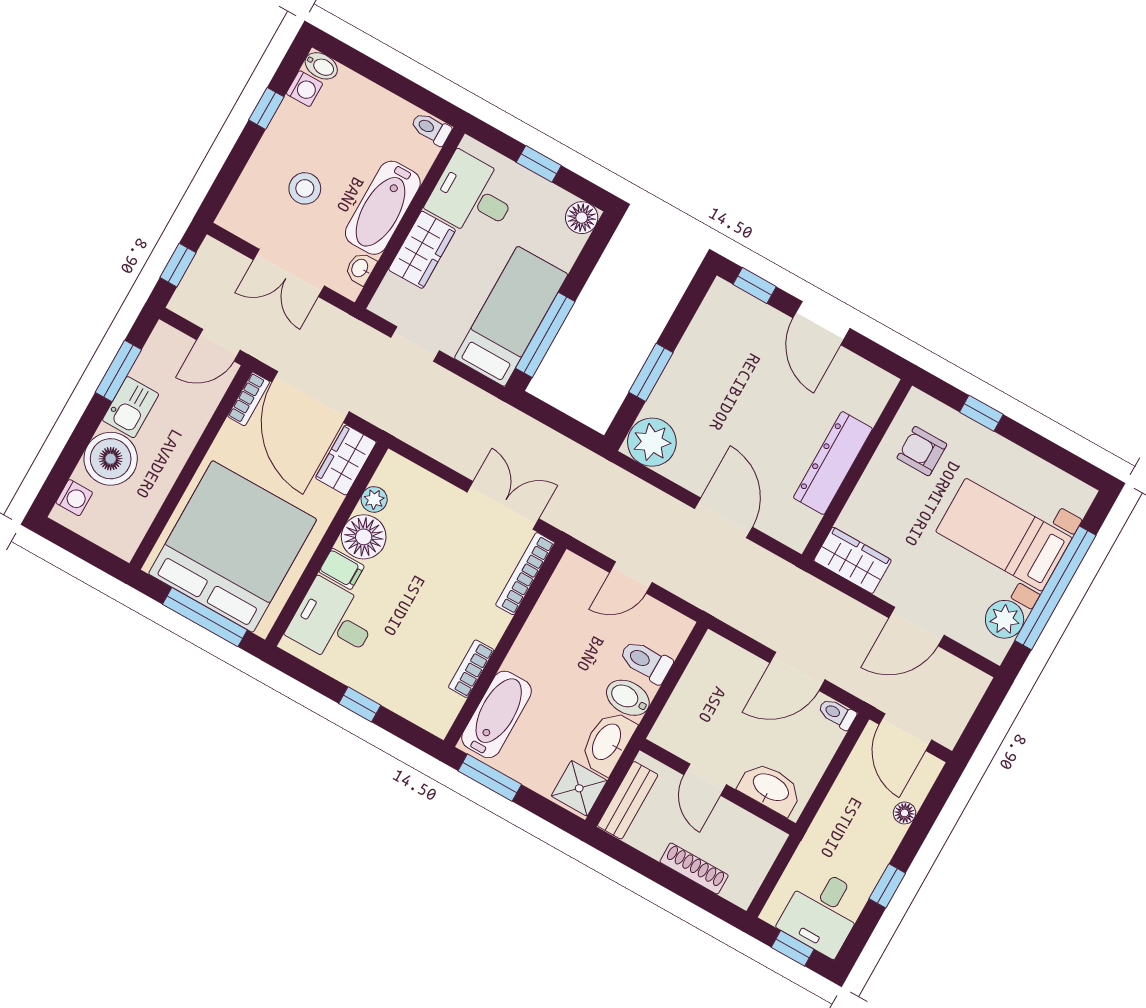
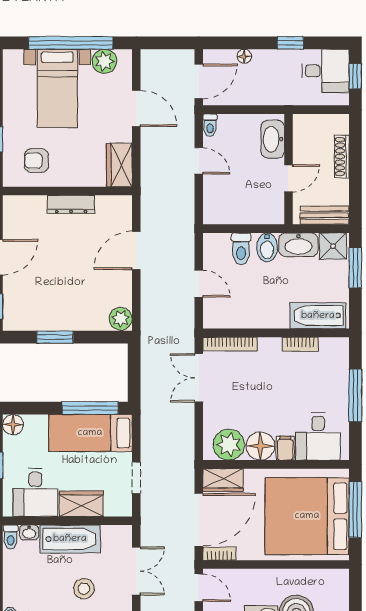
washbasin: (360, 268) -> (29, 532), moved
window: (651, 372) -> (55, 337), moved
plant: (652, 442) -> (121, 319), width x0.73, depth x0.73
armchair: (922, 451) -> (36, 161), turned 90
dresser: (833, 463) -> (71, 204), width x0.73, depth x0.80
plant: (374, 499) -> (229, 445), width x1.88, depth x1.88
door: (797, 671) -> (199, 161), width x0.73
window: (360, 704) -> (355, 395), width x2.17
window: (490, 778) -> (355, 268), moved

